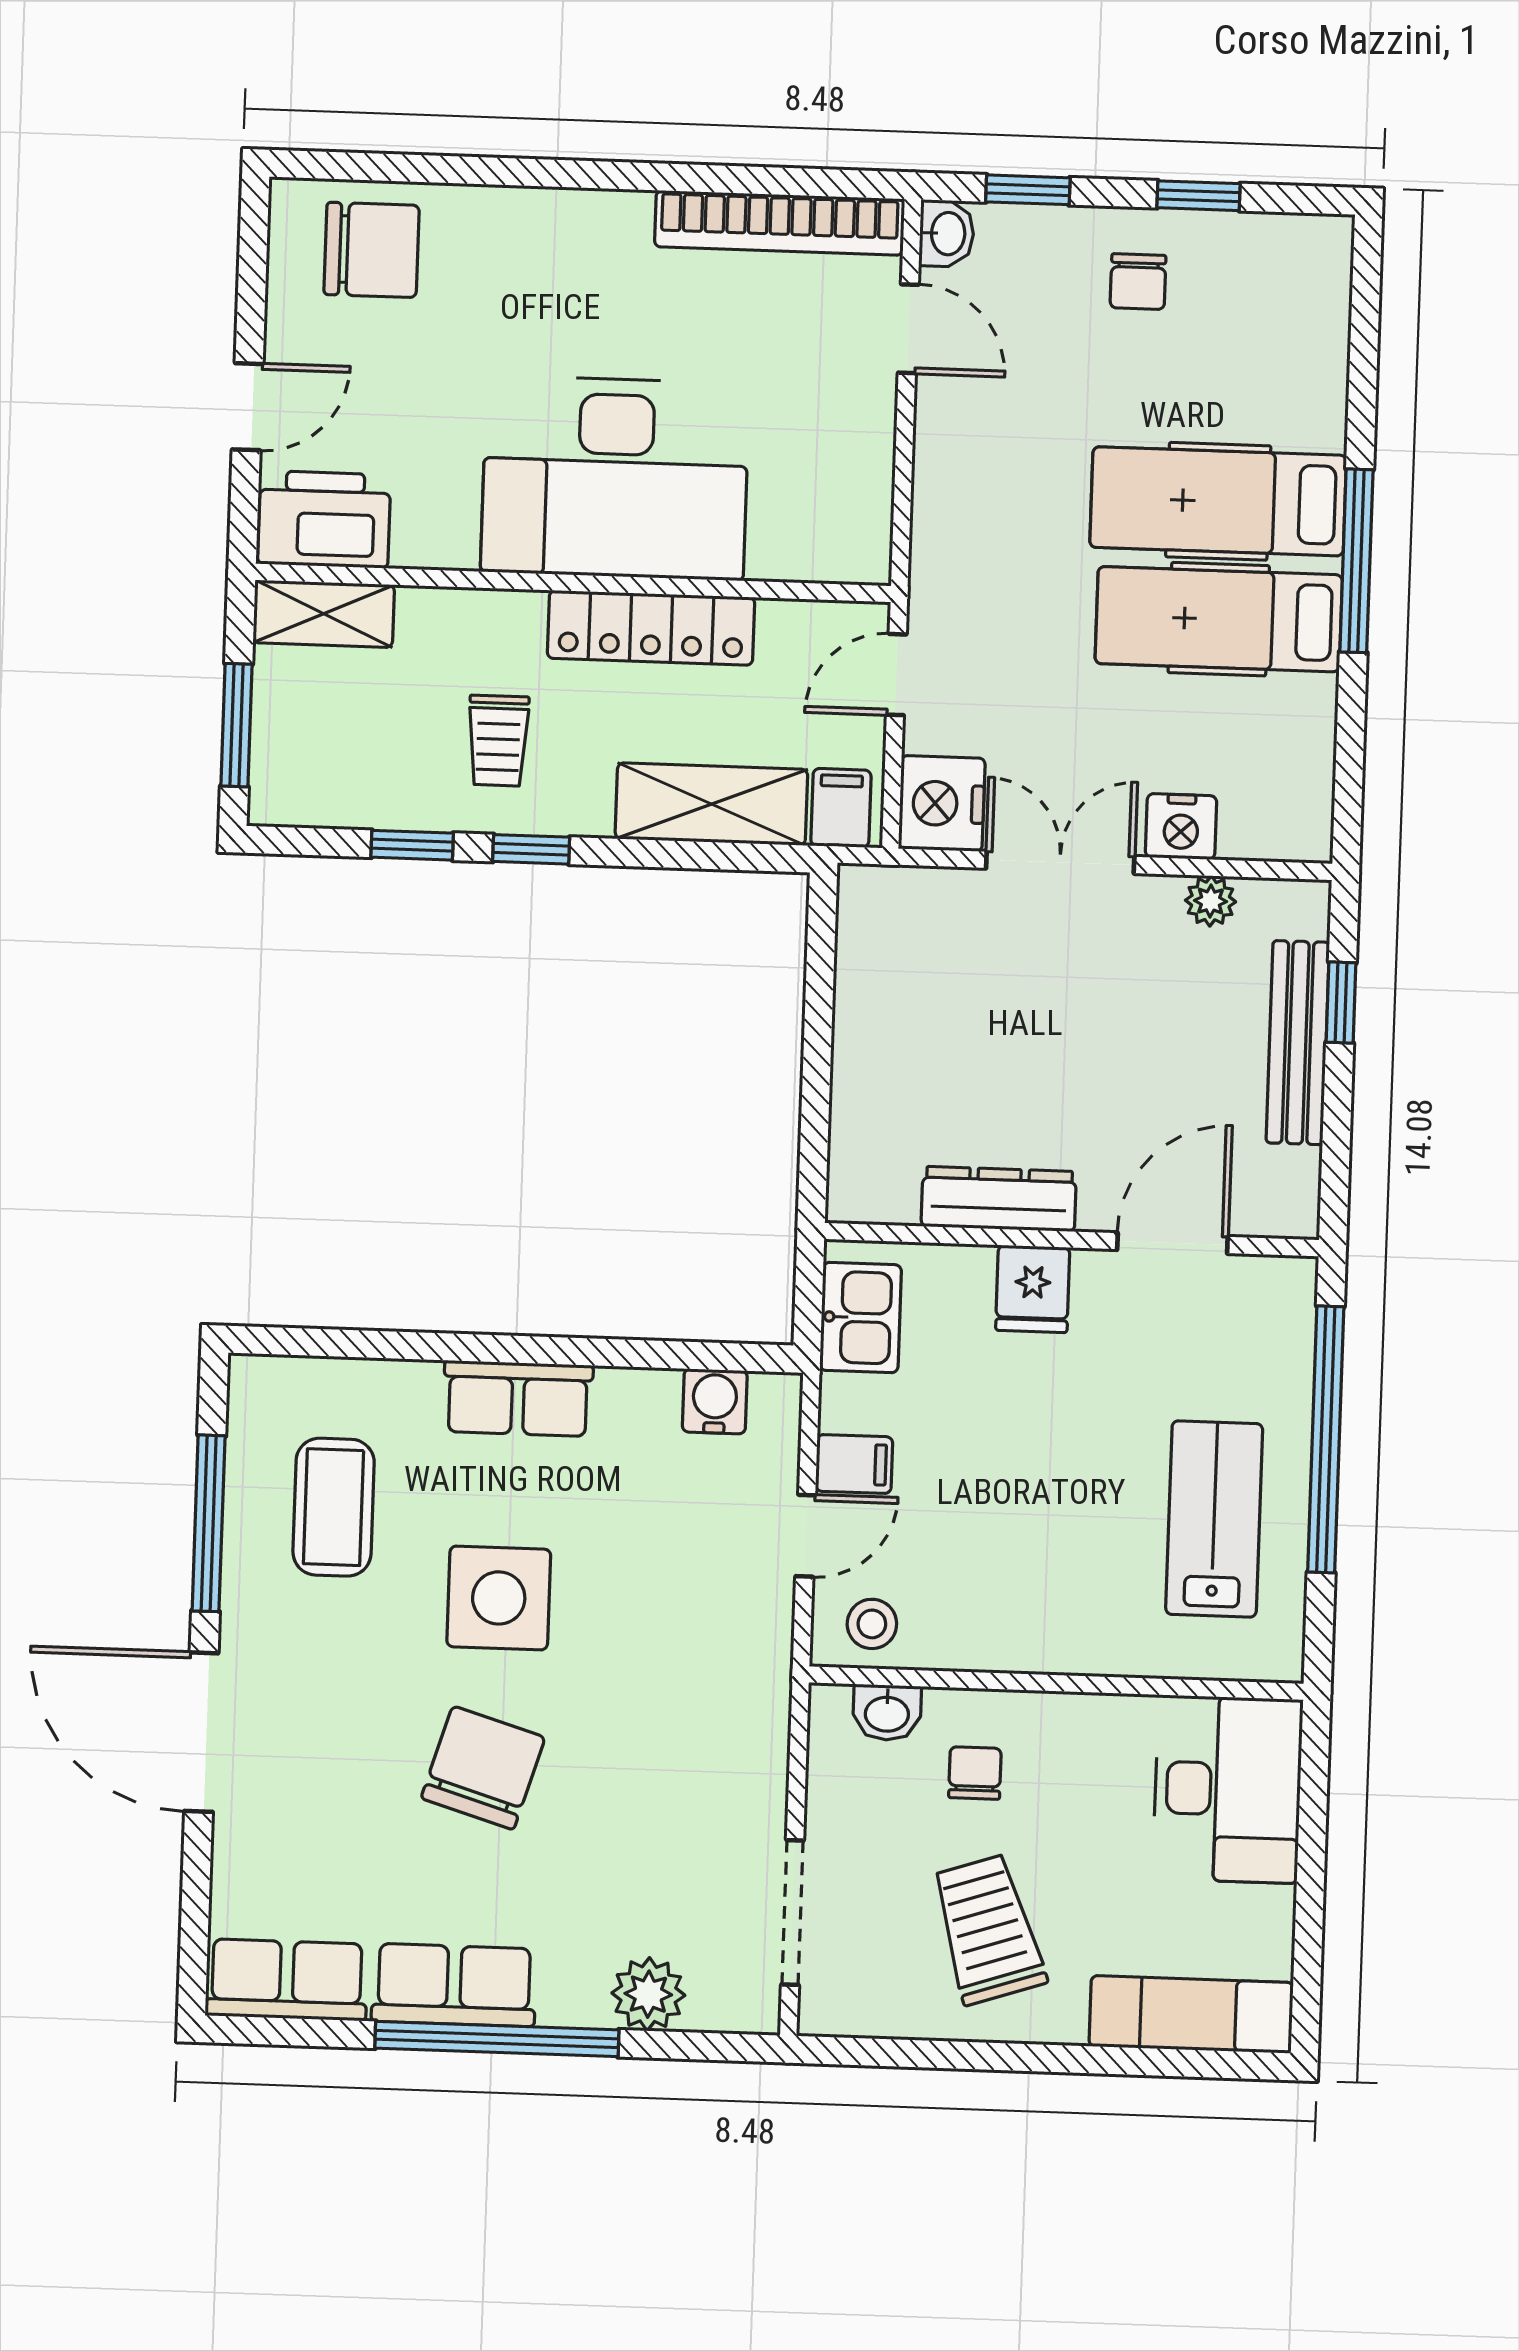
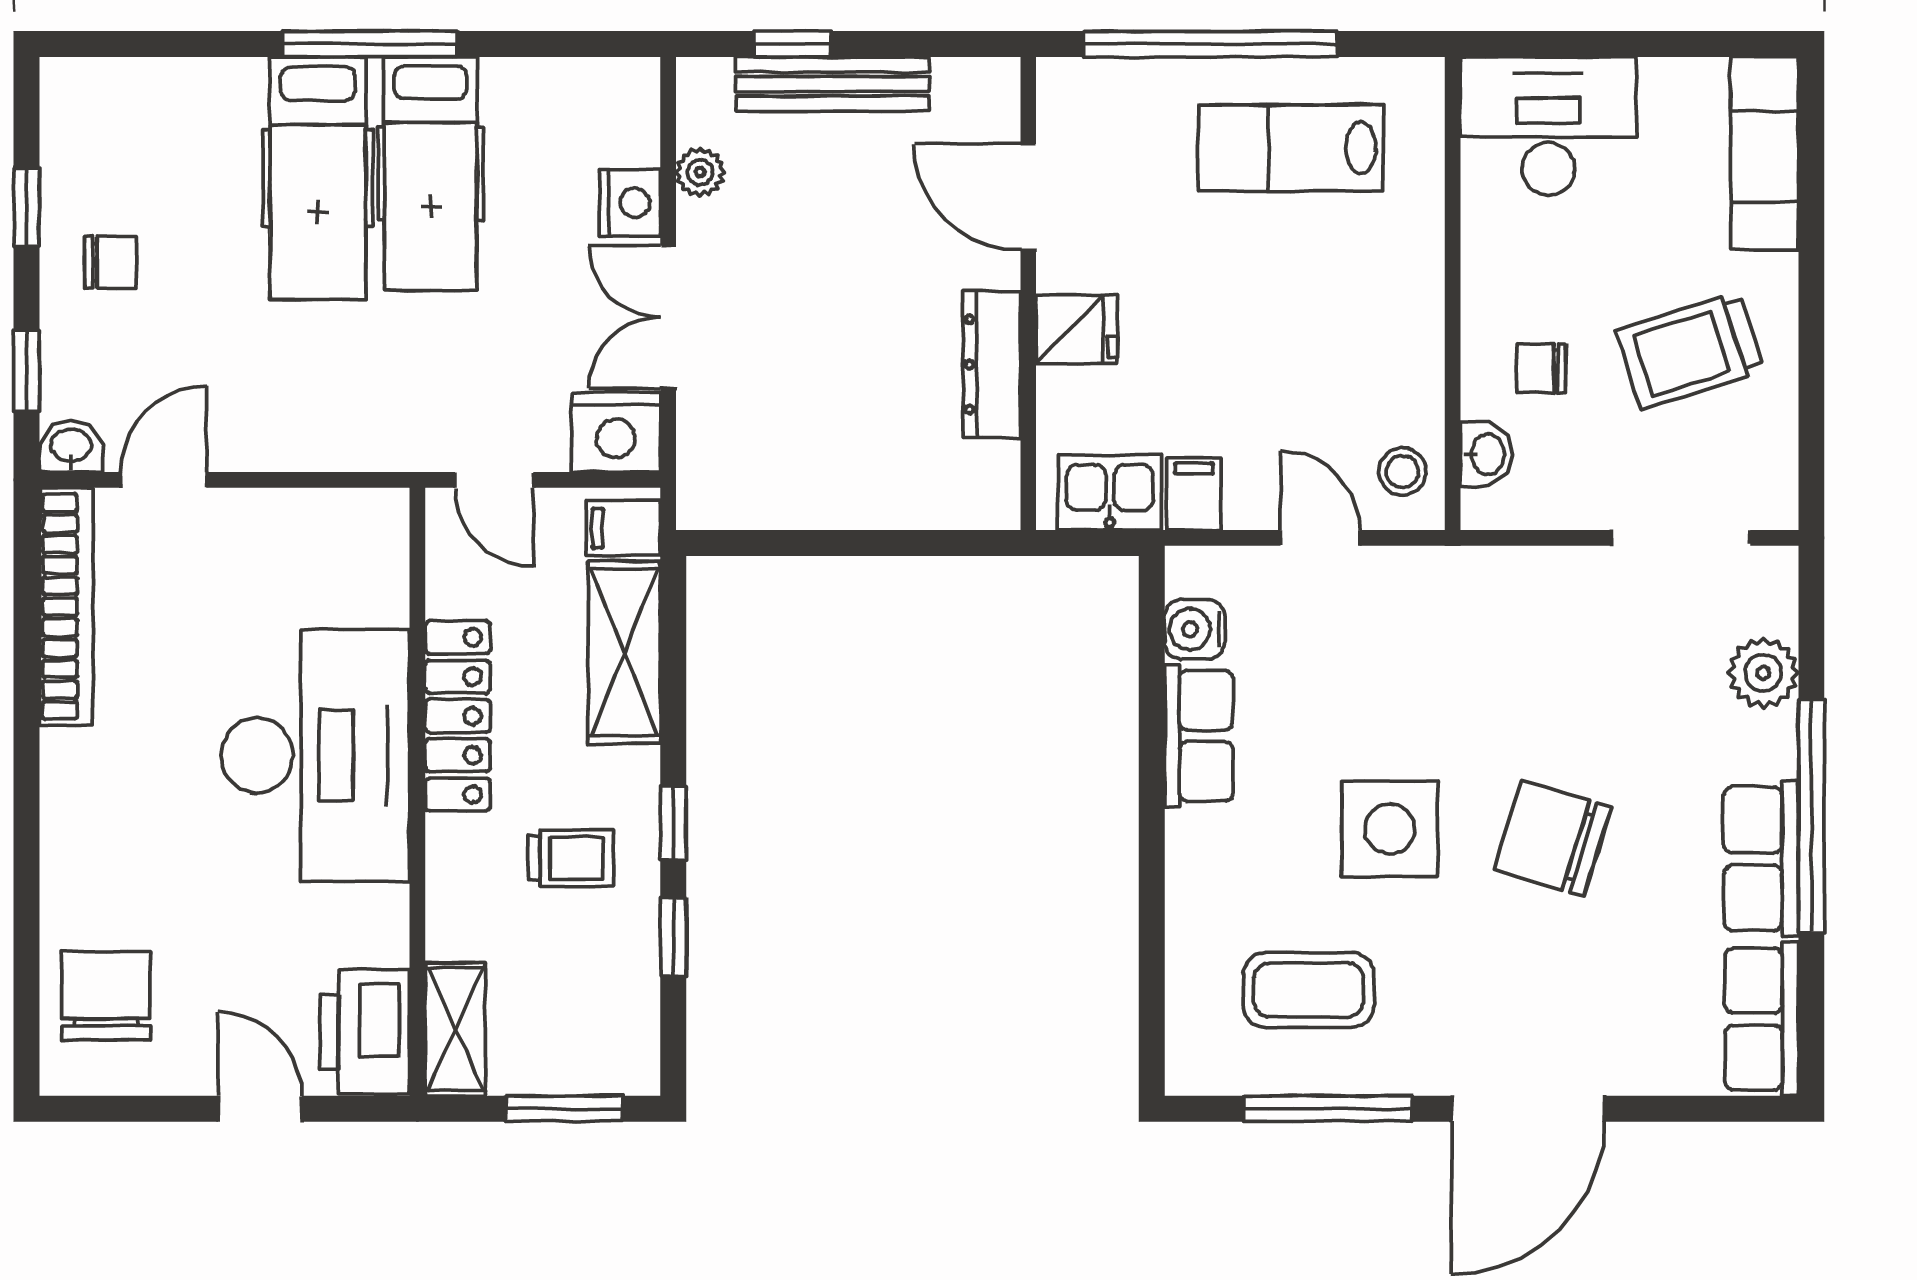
row of seats: (518, 1398) -> (1199, 736), moved
filing cabinet: (854, 1464) -> (1194, 494), moved

